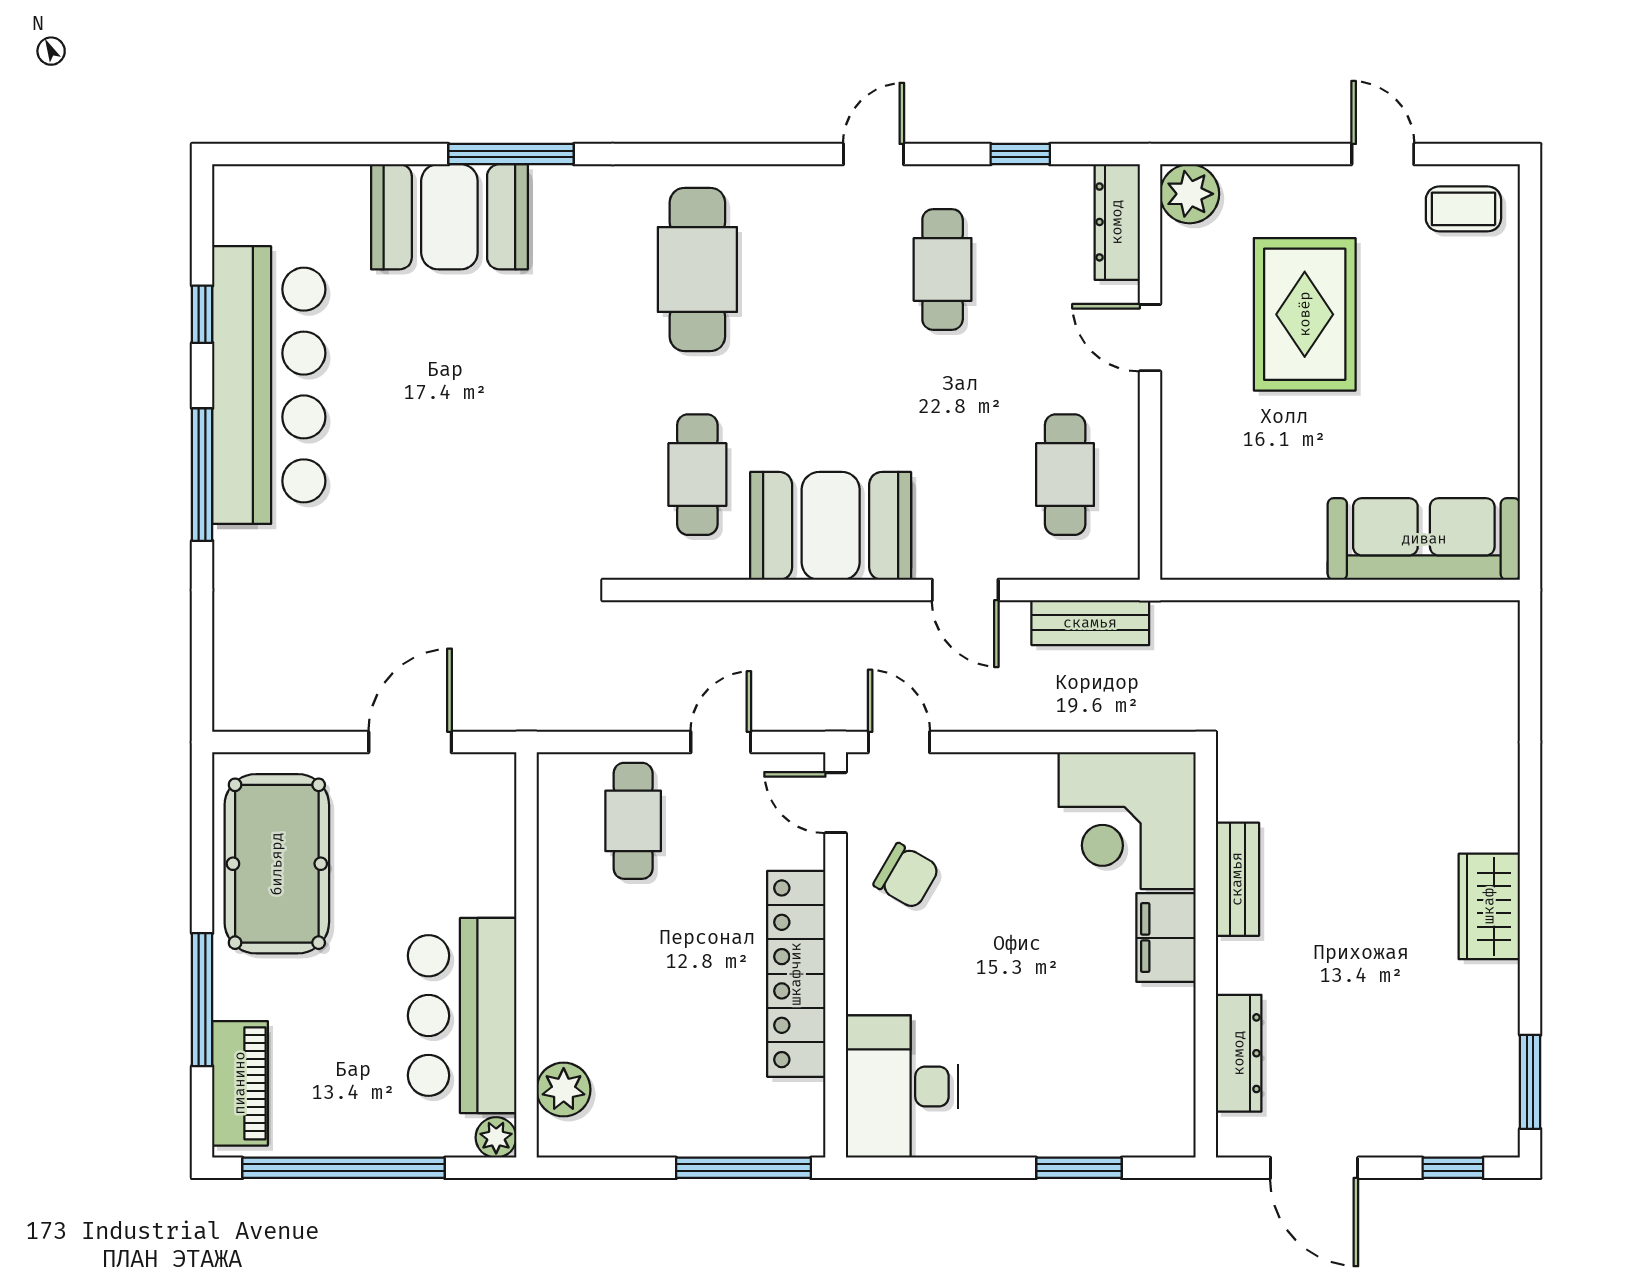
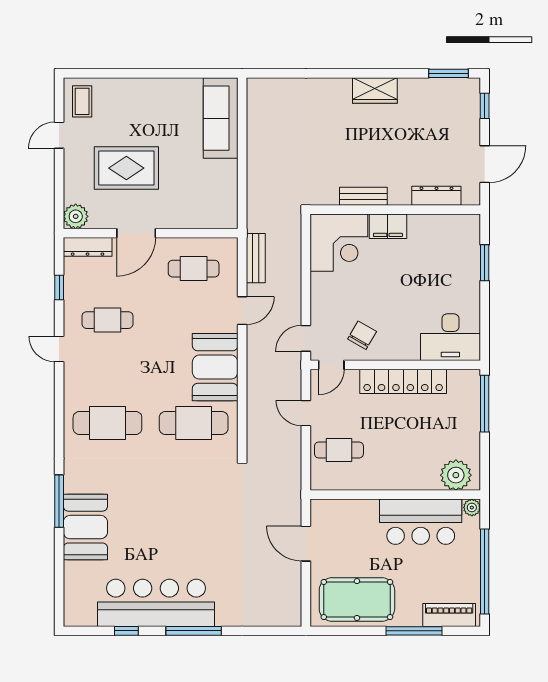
door: (1150, 338) -> (136, 233), width x1.38
cafe table: (697, 475) -> (194, 423), width x1.37, depth x1.35
plant: (564, 1090) -> (456, 475), width x1.36, depth x1.36

